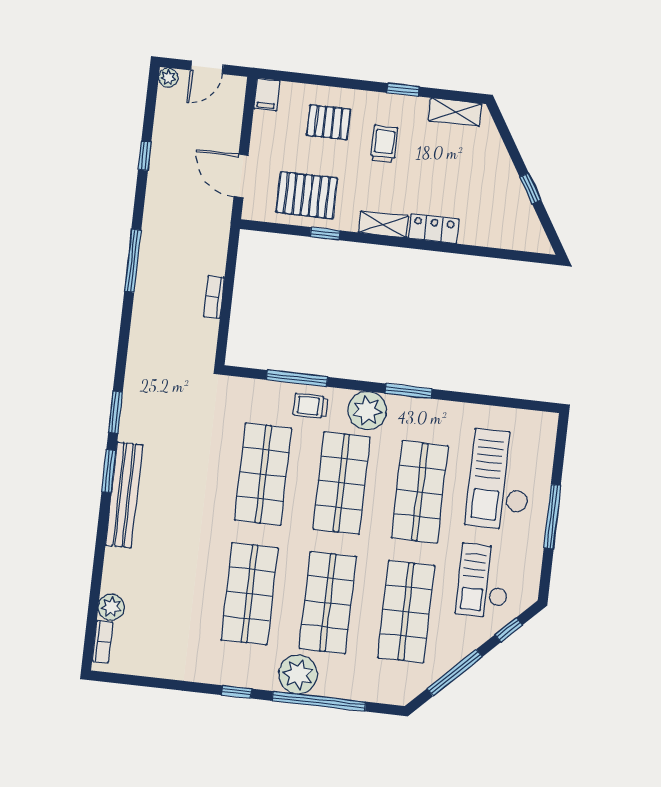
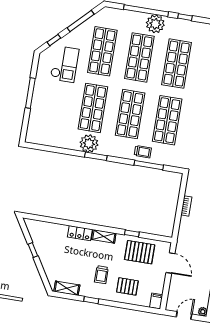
plant: (367, 411) -> (89, 144), moved
checkout: (500, 480) -> (54, 112), removed

